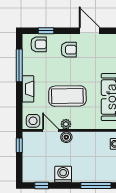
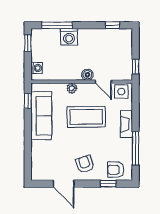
armchair: (69, 50) -> (85, 164), turned 73
plant: (66, 124) -> (72, 88), moved
washing machine: (63, 174) -> (69, 37), moved

